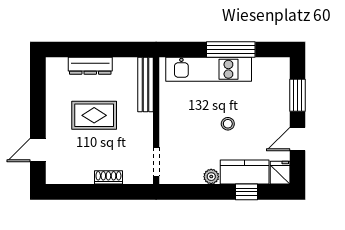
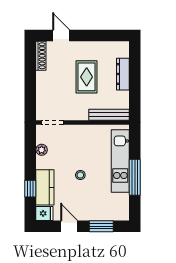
shoe rack: (108, 177) -> (41, 56), moved, width x1.43
plant: (211, 177) -> (42, 150), moved

